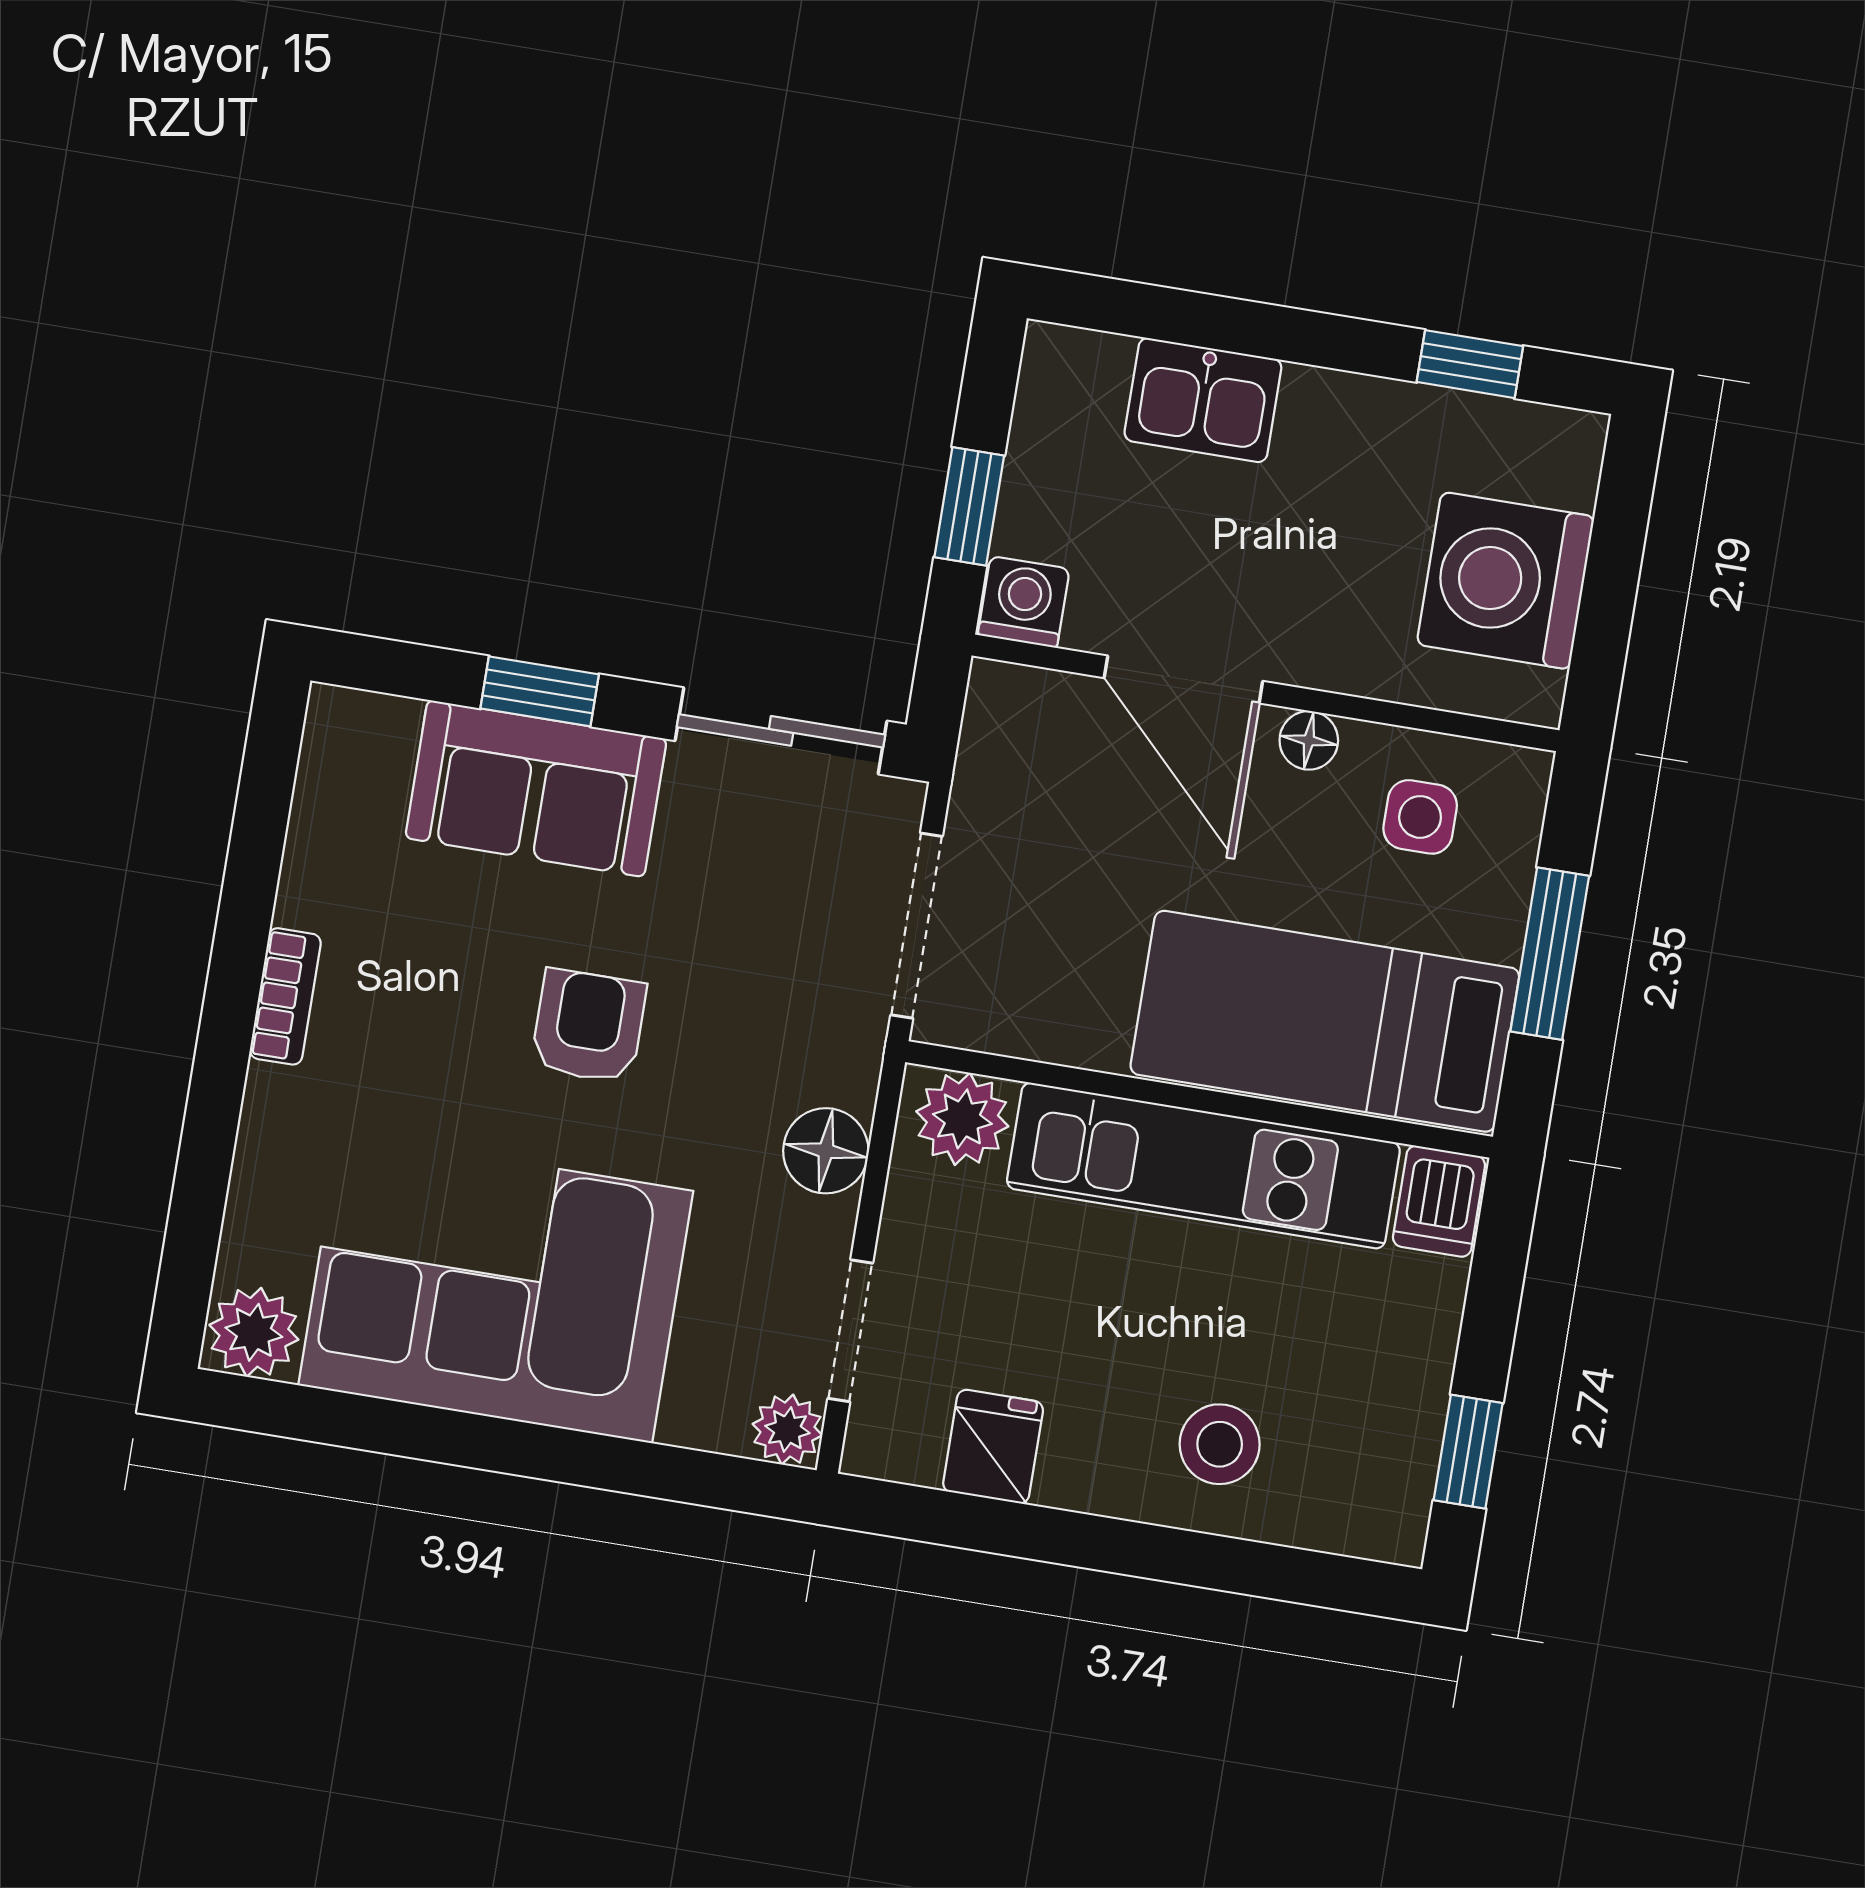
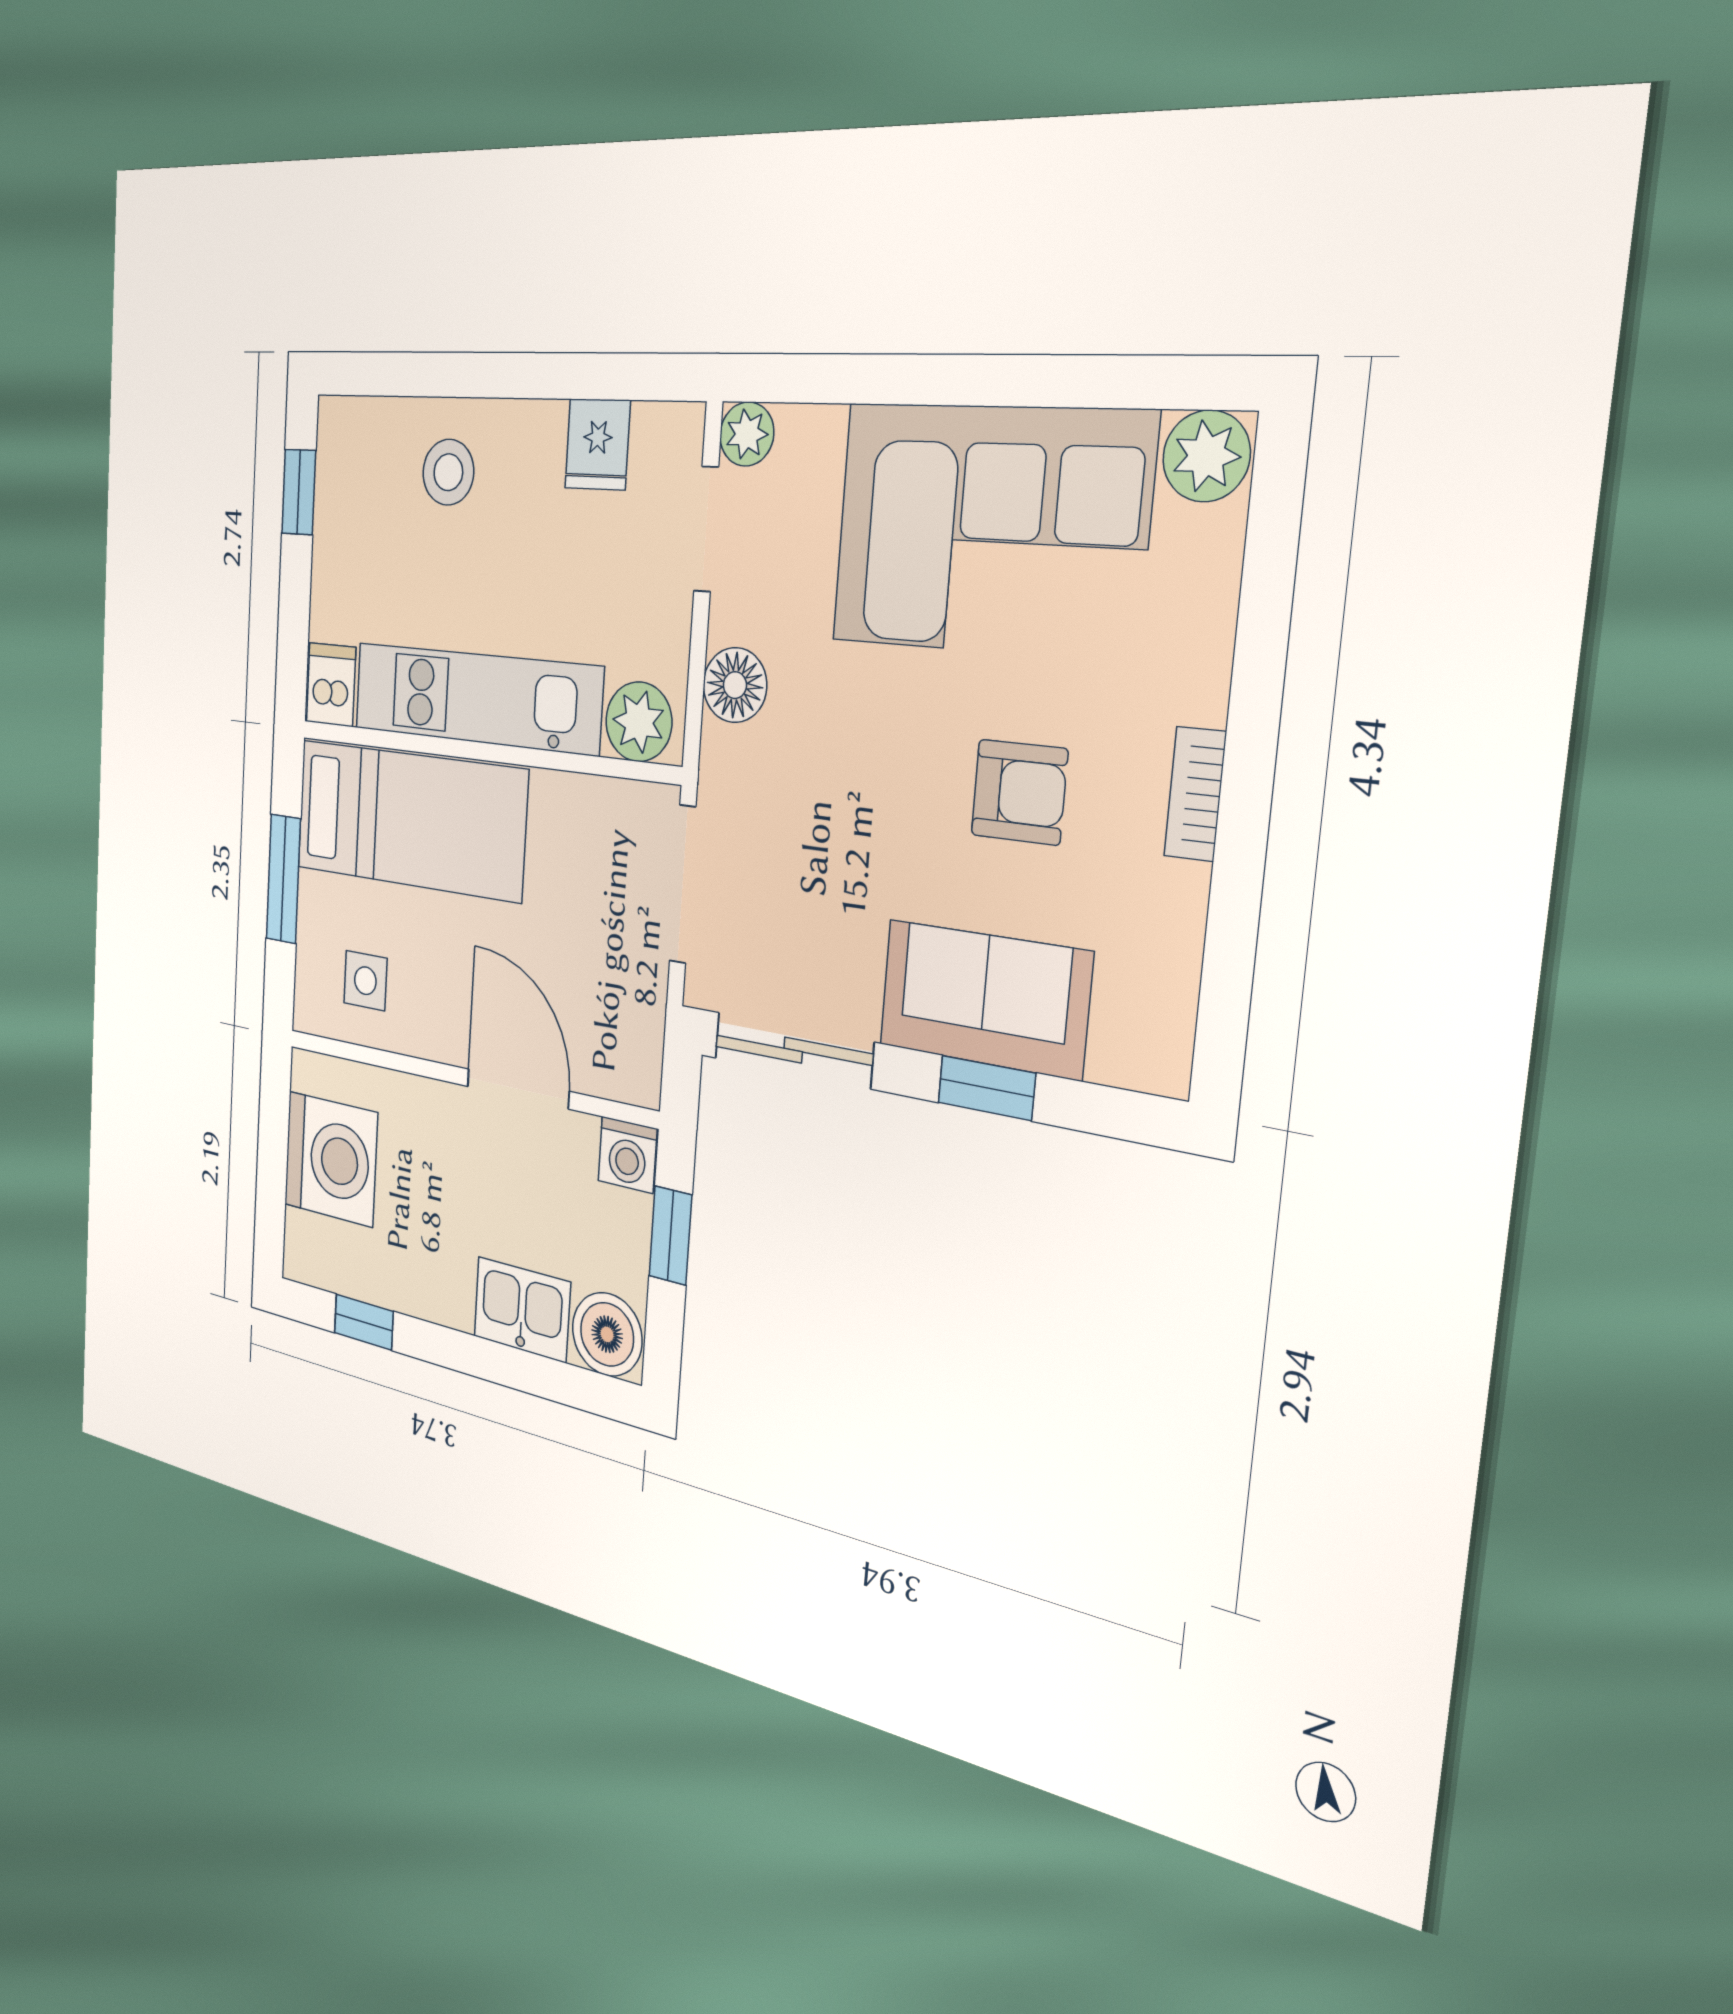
boiler: (1074, 378) -> (607, 1334), added
floor lamp: (1309, 740) -> (436, 1040), removed
armchair: (589, 1026) -> (1019, 792), moved, turned -90

